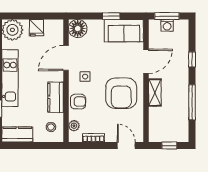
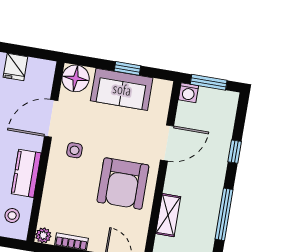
washing machine: (167, 25) -> (188, 93), moved
sofa: (124, 31) -> (122, 89), moved
shelving: (155, 93) -> (168, 215), moved
armchair: (78, 102) -> (58, 185), removed
plant: (74, 126) -> (43, 235), moved

